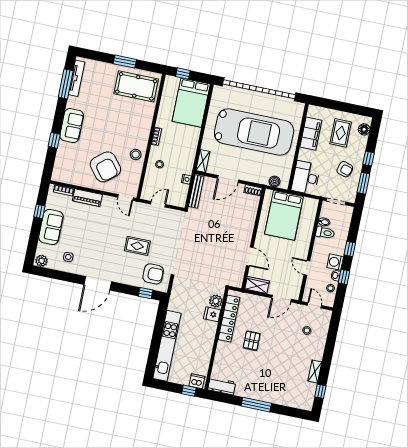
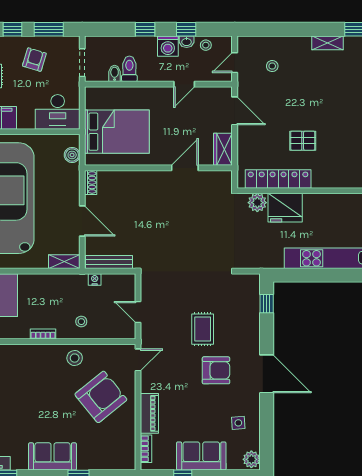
armchair: (153, 274) -> (216, 370), moved, turned 90
fridge: (212, 314) -> (285, 208), width x1.88, depth x1.34

